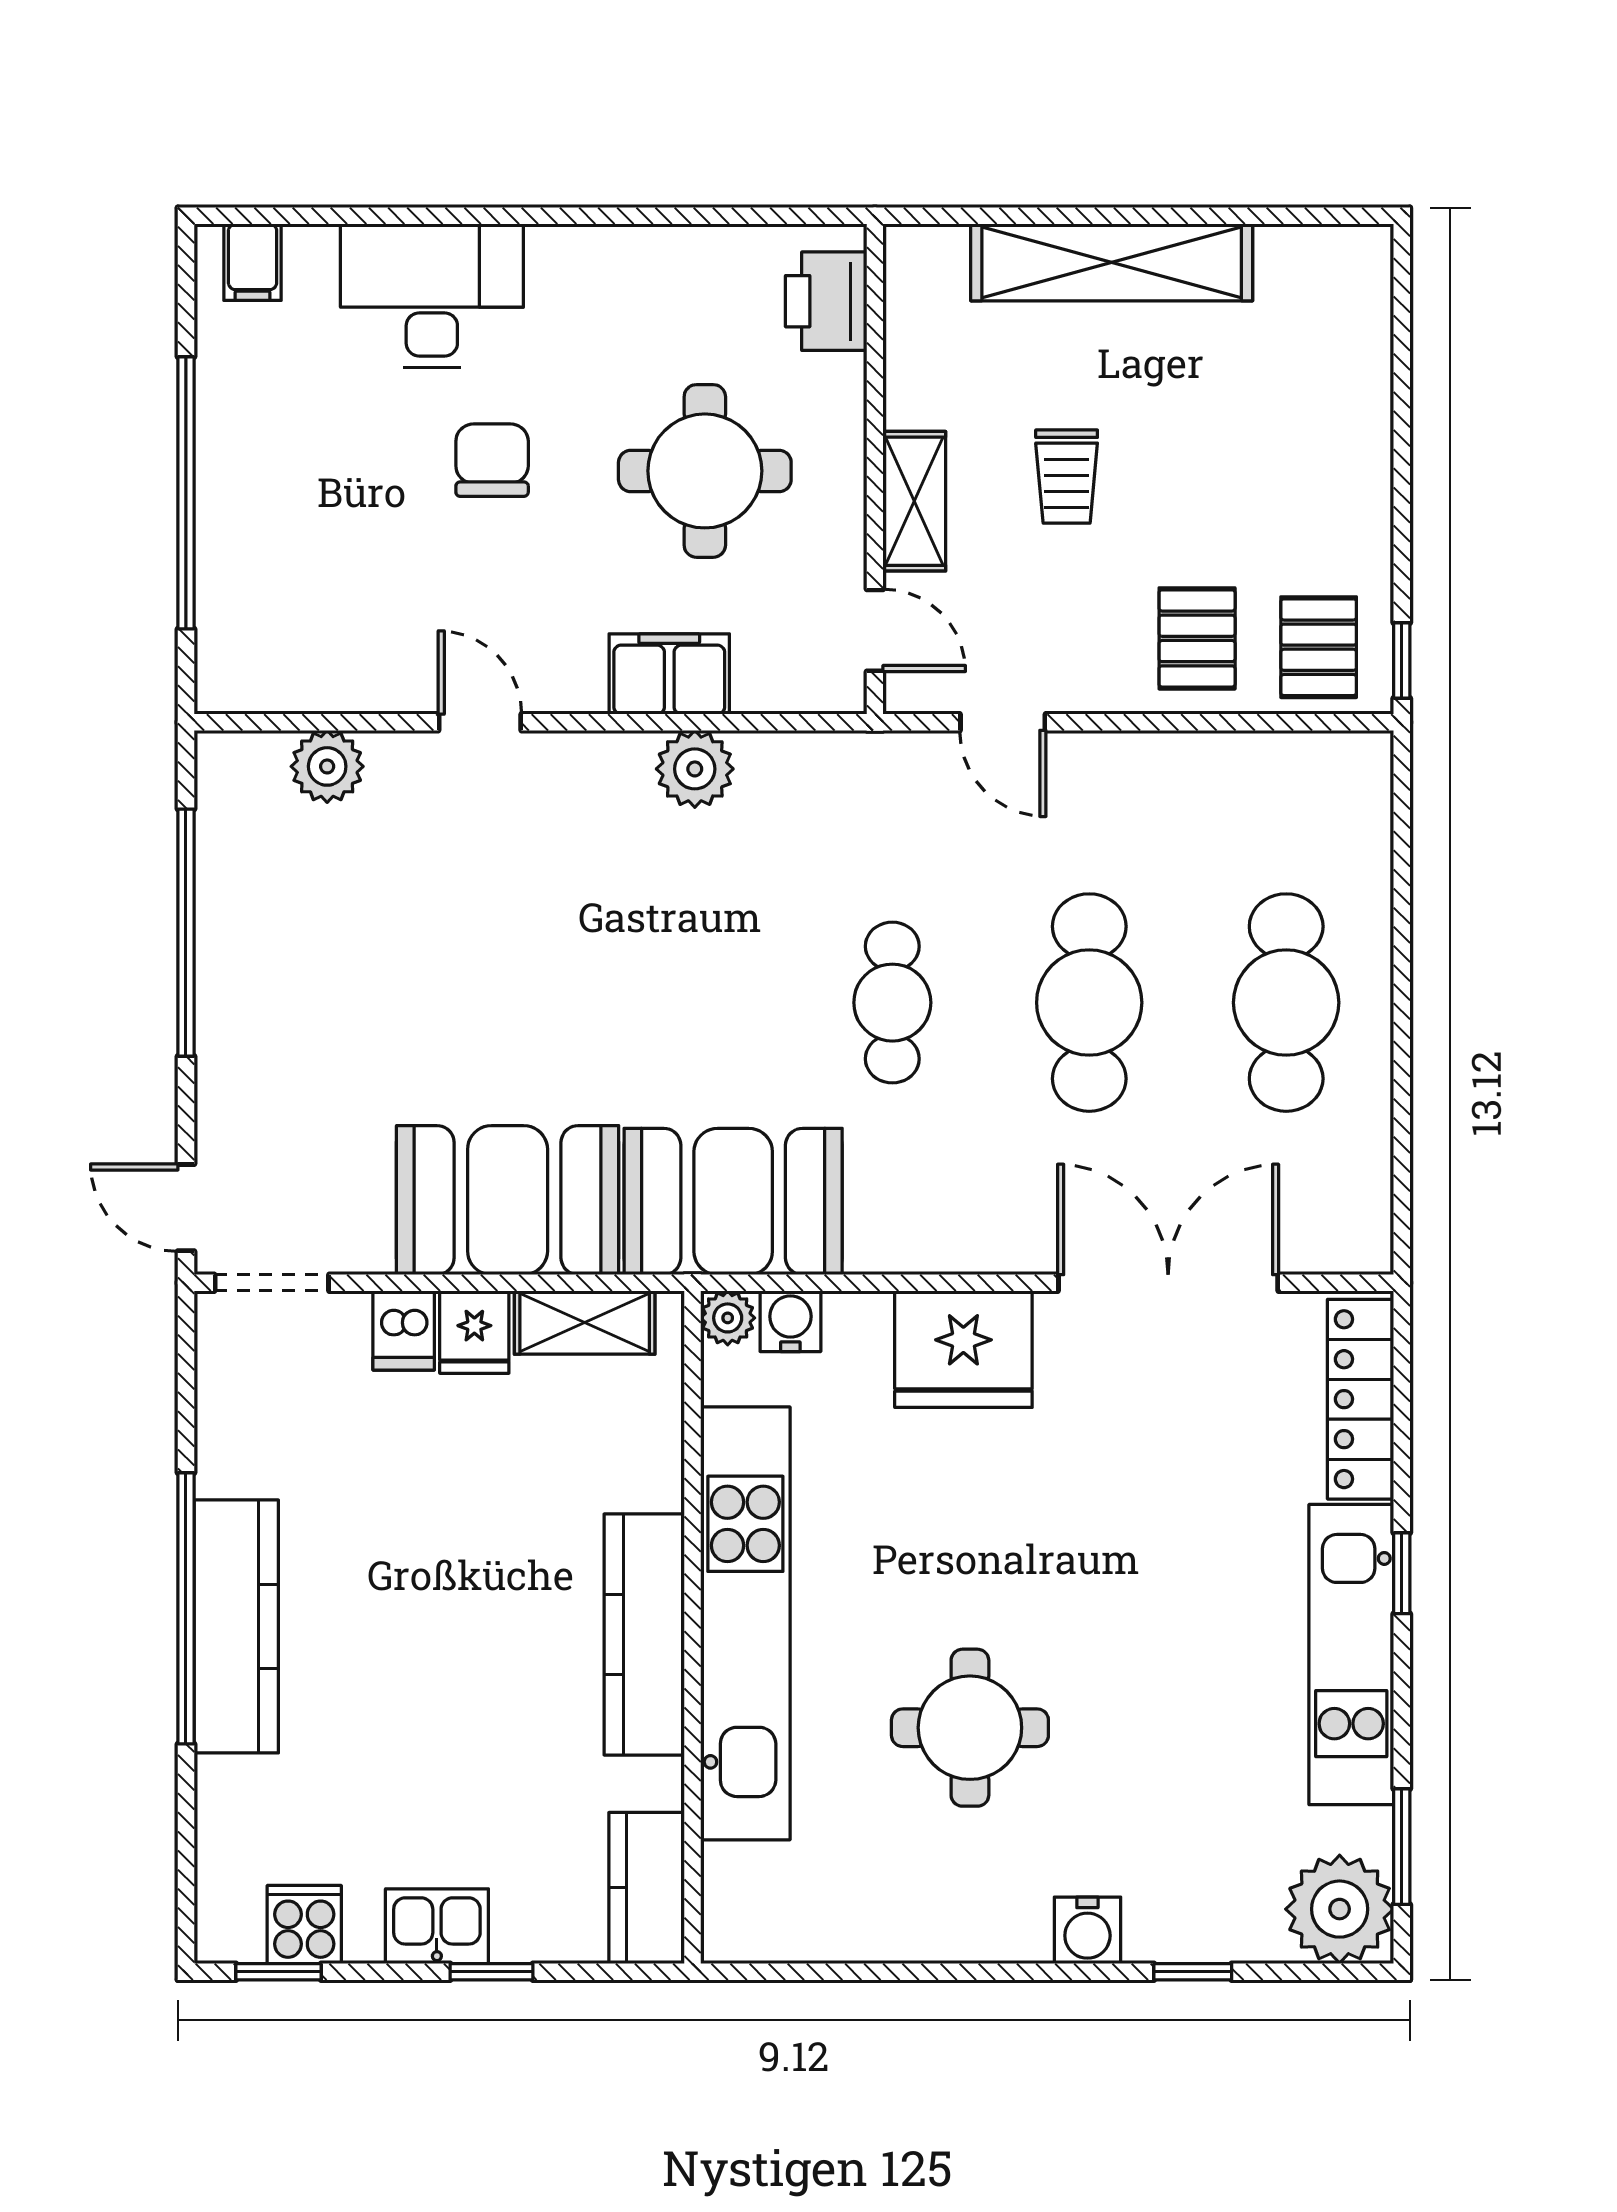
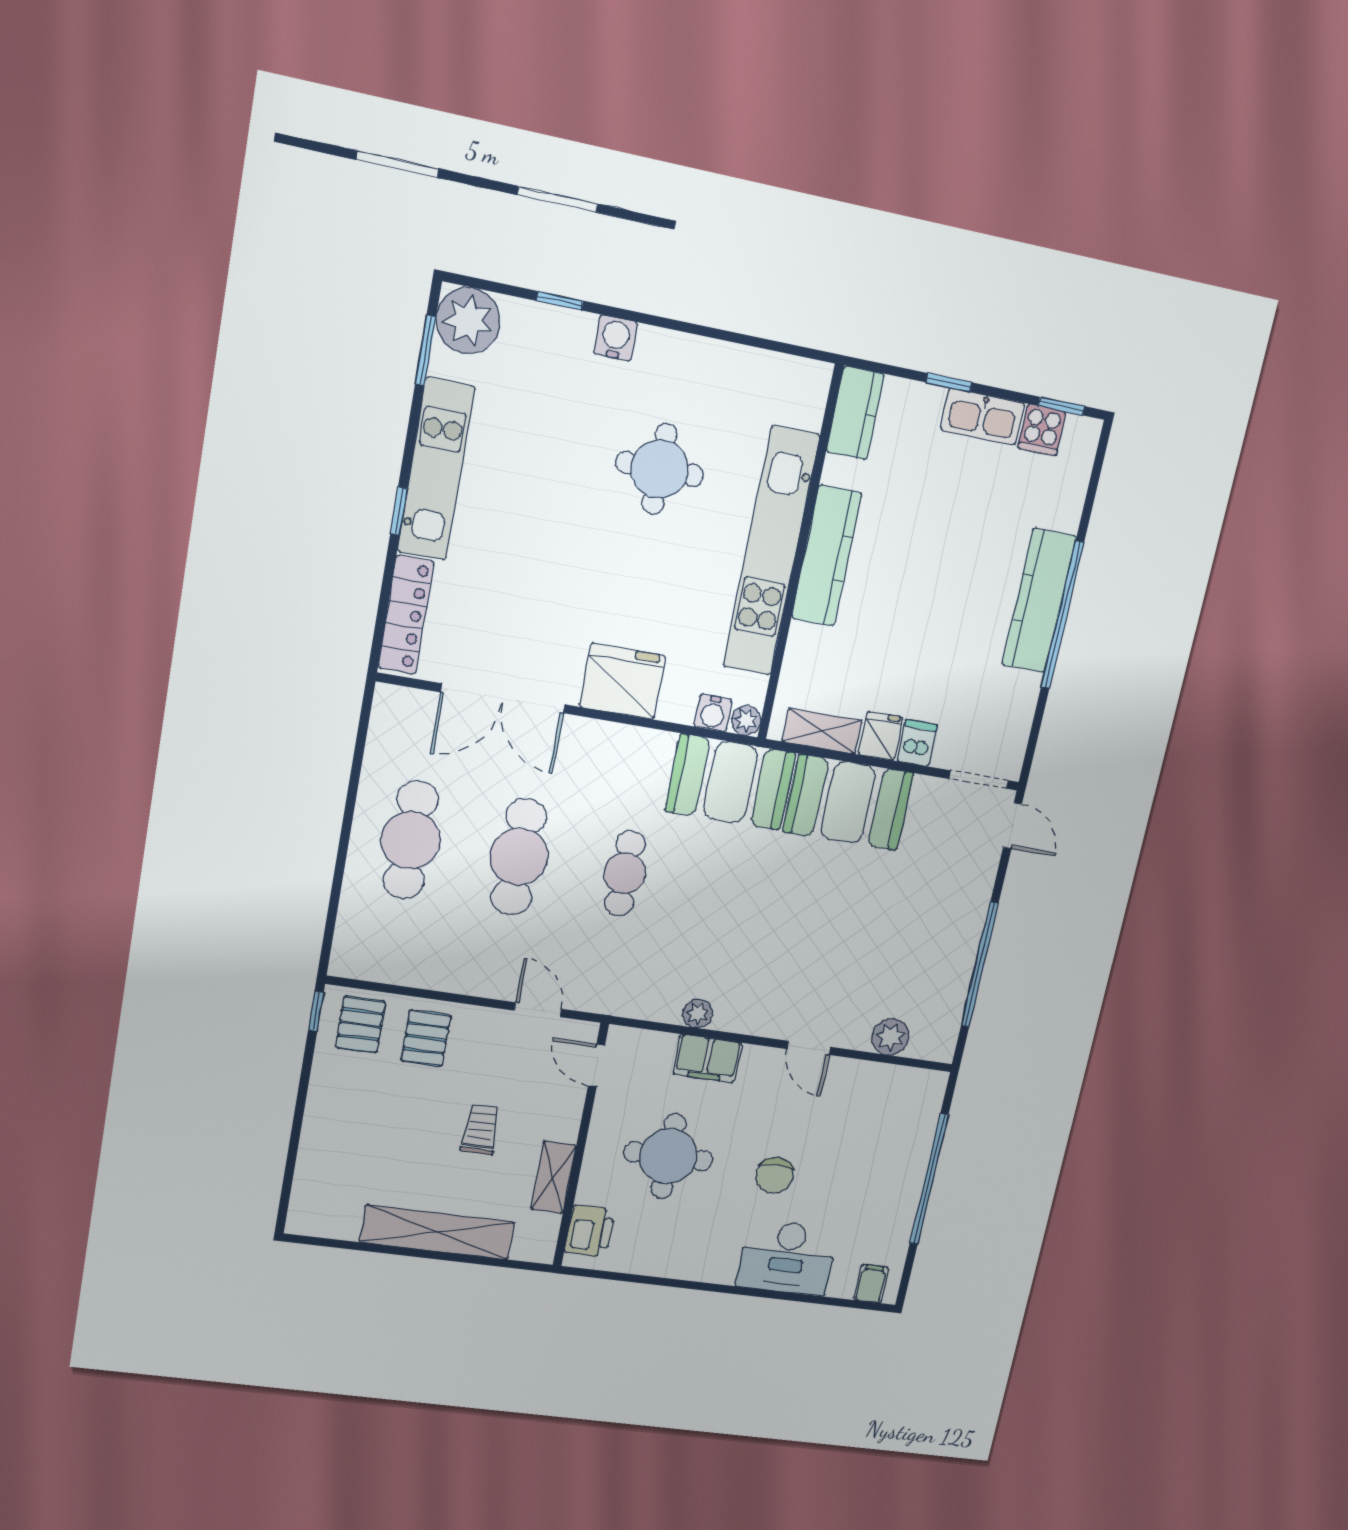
shelving: (914, 501) -> (553, 1177), moved
plant: (695, 769) -> (698, 1014), width x0.73, depth x0.73
kitchen sink: (437, 1926) -> (982, 416), width x1.38

